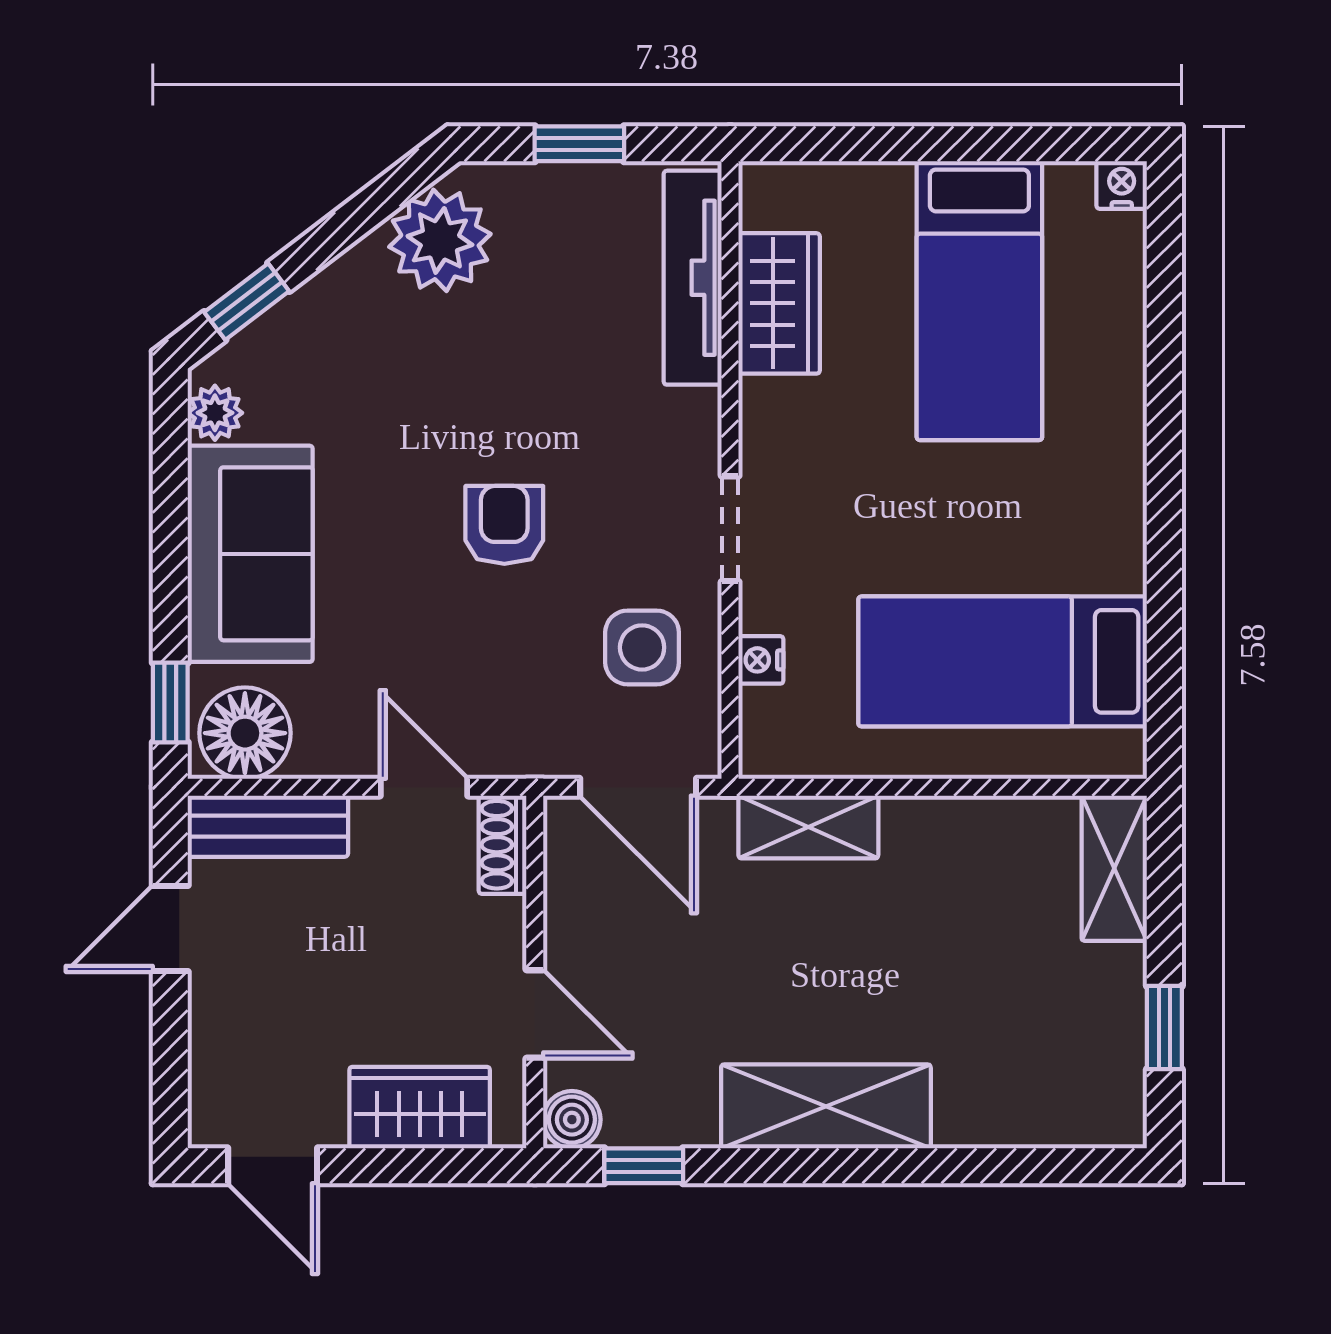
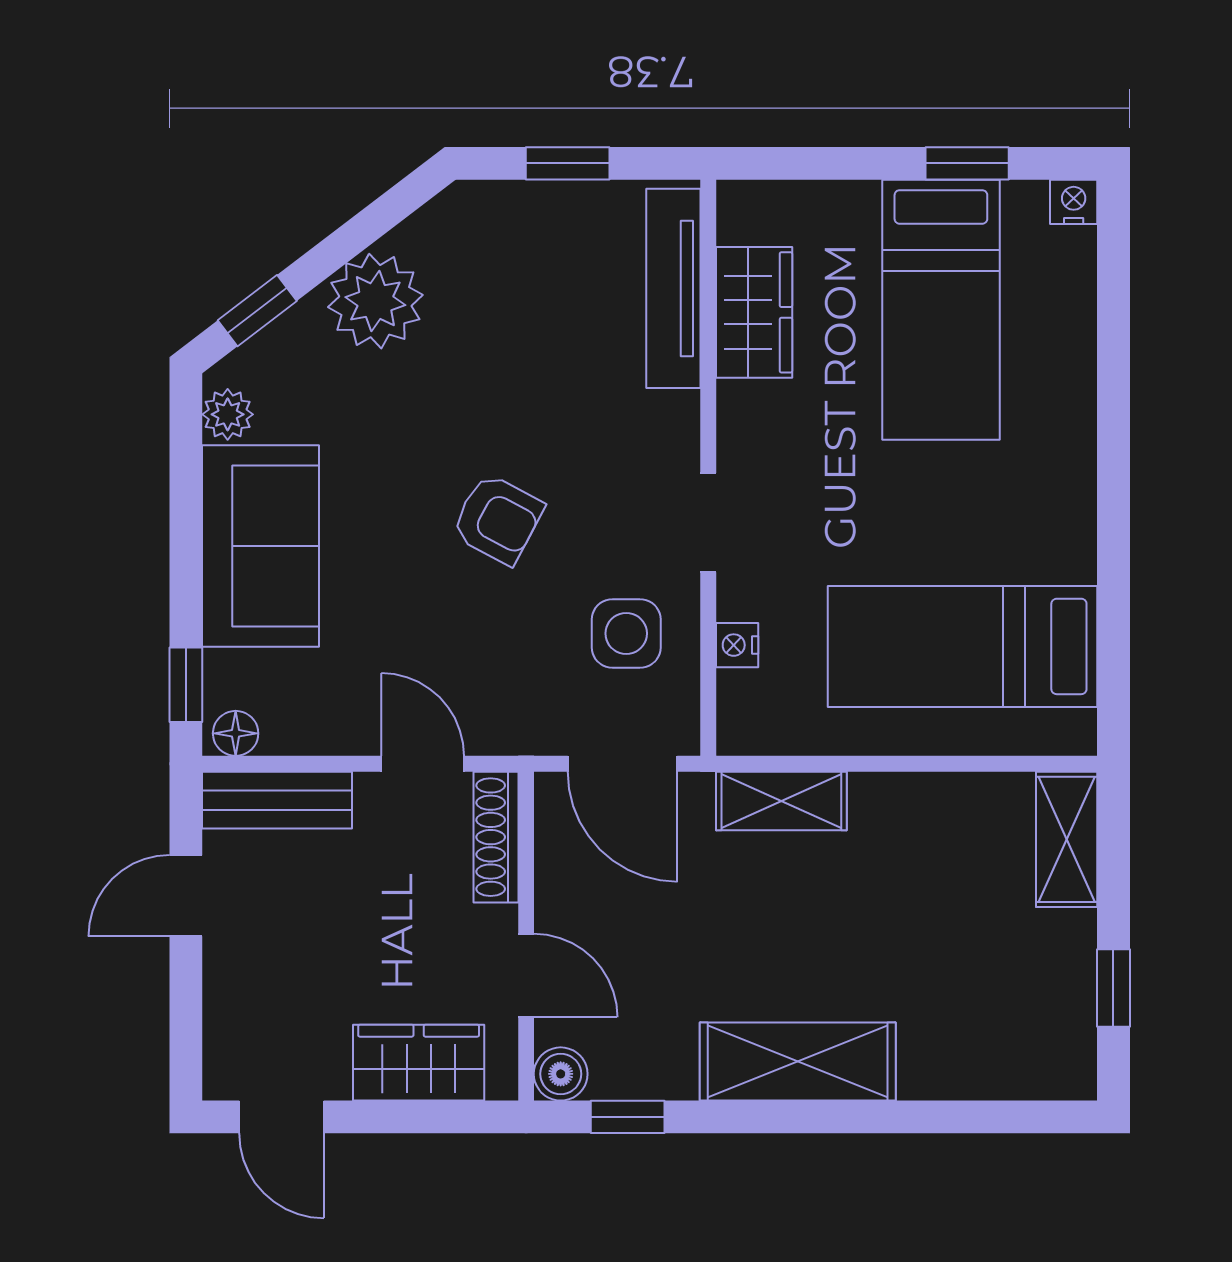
window: (1007, 144) -> (967, 163), added
plant: (440, 240) -> (375, 301), moved
armchair: (504, 525) -> (498, 519), turned 118
floor lamp: (245, 733) -> (236, 733), width x0.53, depth x0.53
shoe rack: (503, 845) -> (496, 837), width x1.43

